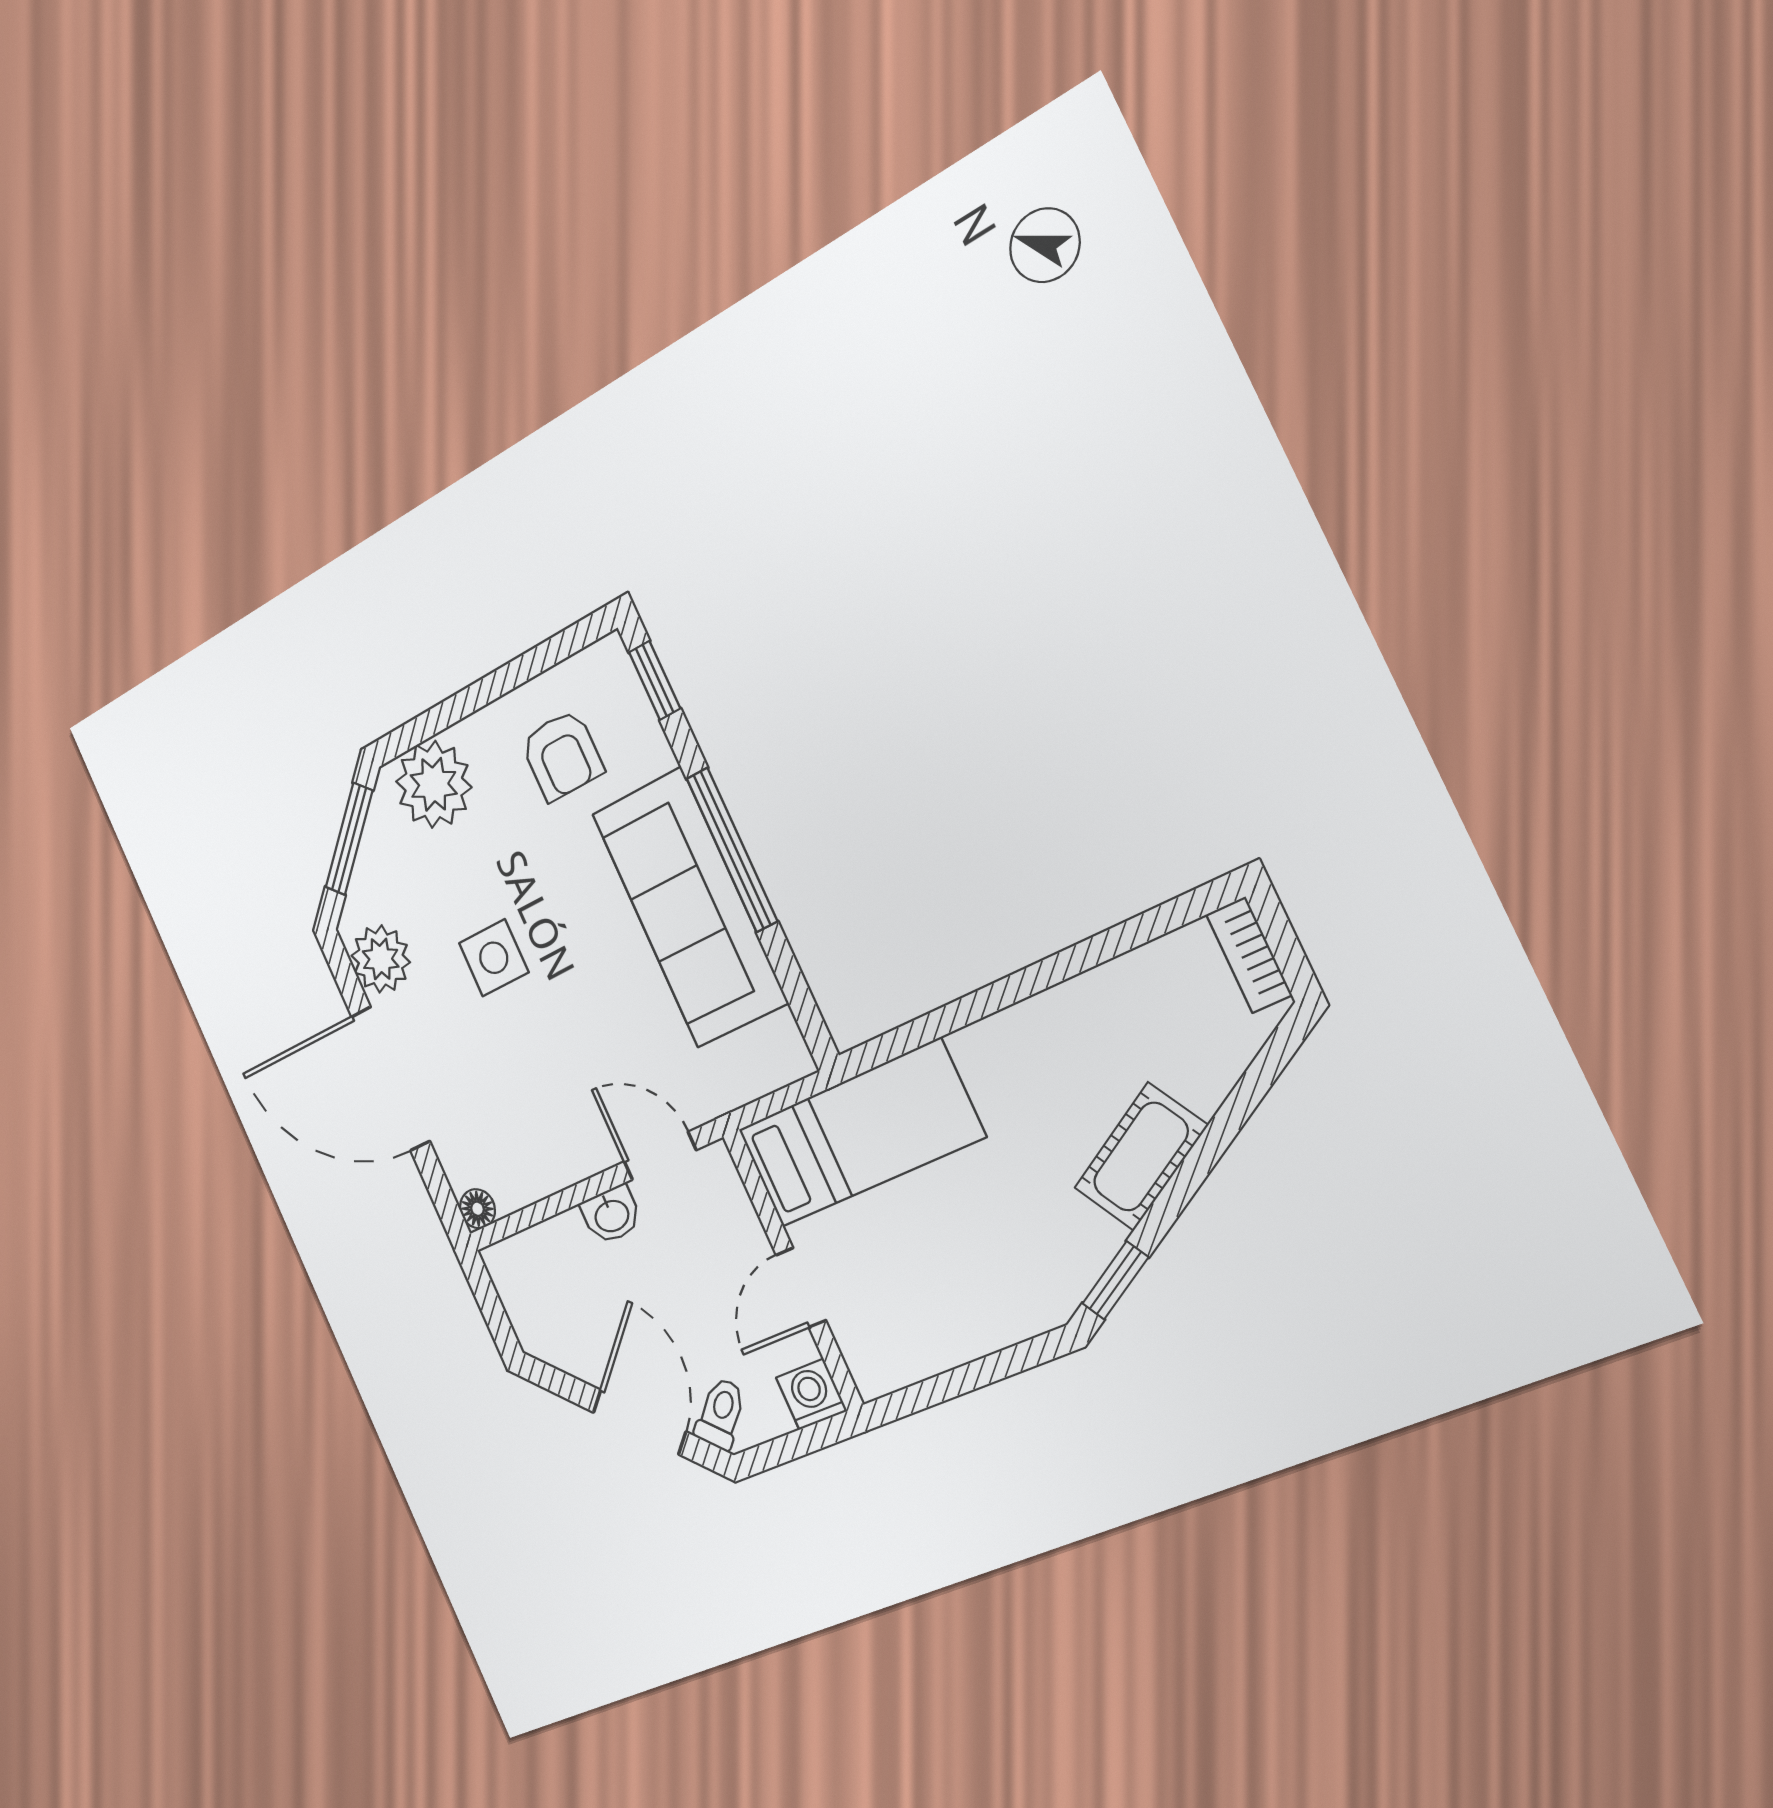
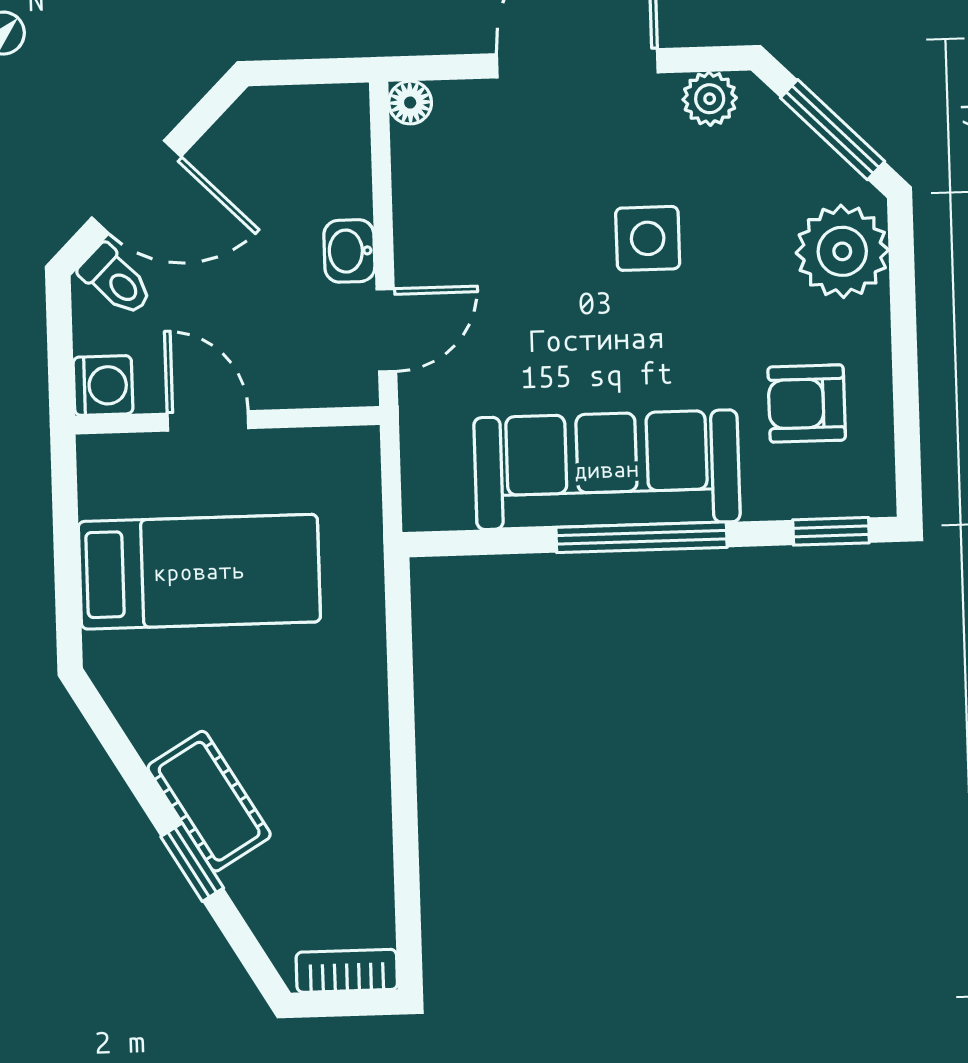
plant: (381, 959) -> (710, 99), width x0.73, depth x0.73
bed: (860, 1133) -> (199, 572), moved, turned -90
window: (1115, 1280) -> (192, 862), moved

